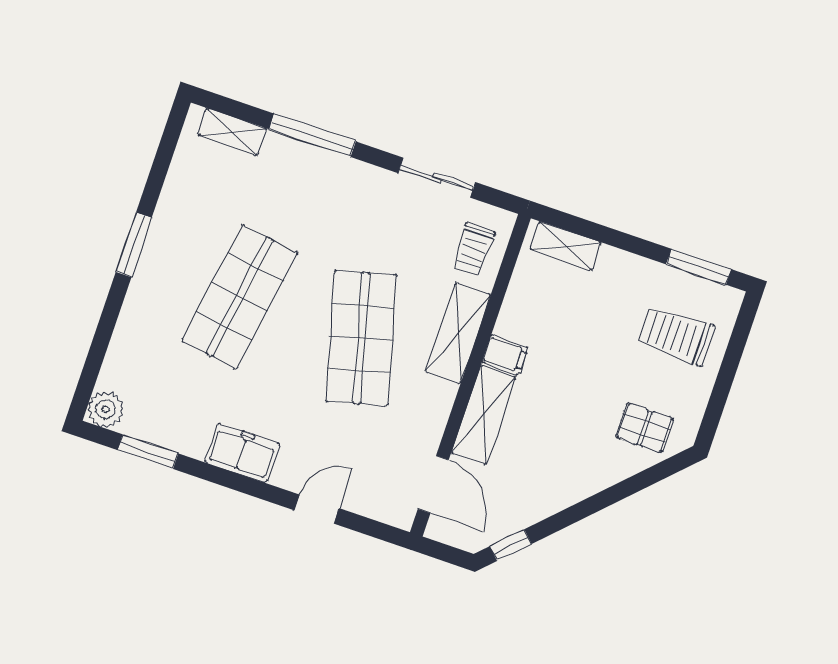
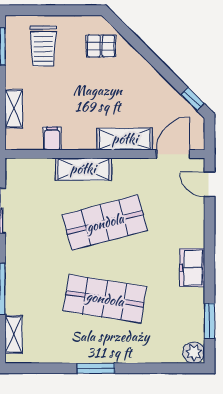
shelving: (566, 246) -> (14, 109), moved
trolley: (473, 249) -> (34, 176), removed
filing cabinet: (505, 355) -> (52, 139), moved
pallet: (645, 428) -> (101, 46), turned 90
door: (317, 509) -> (209, 184), moved

